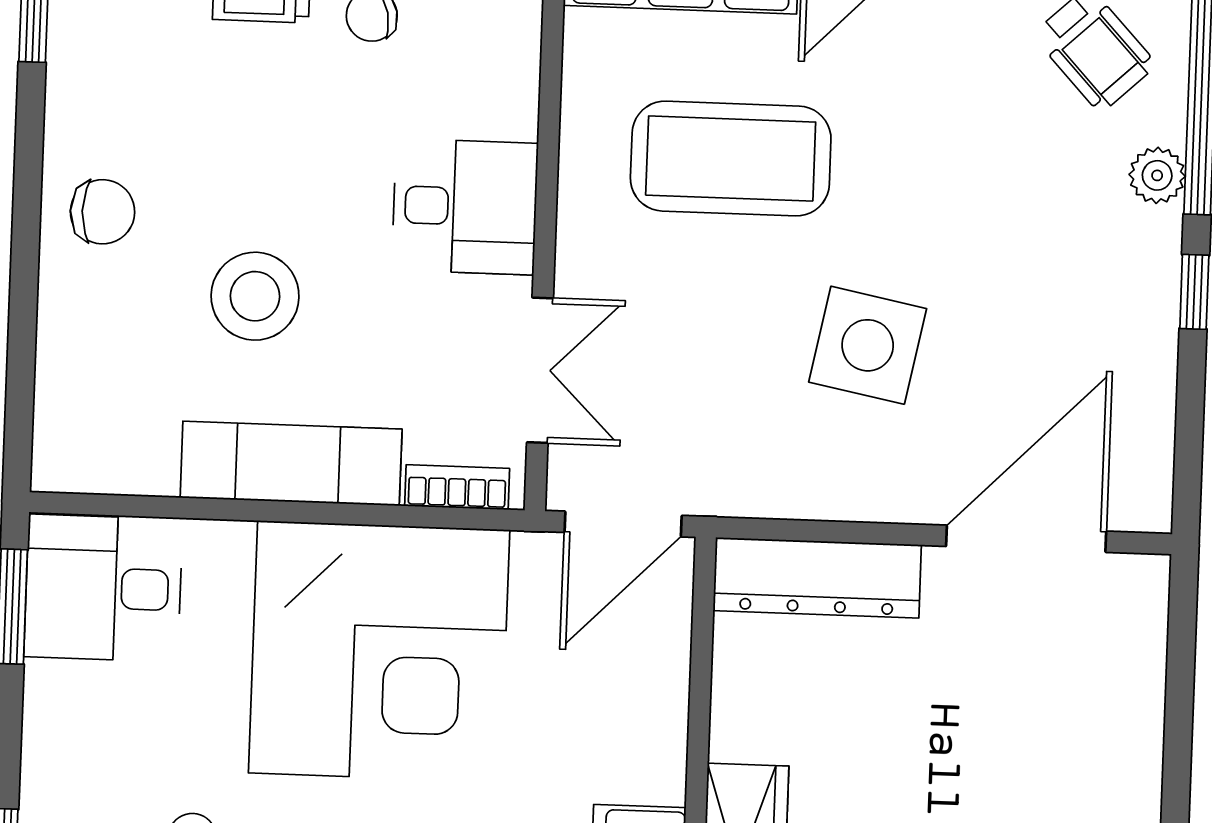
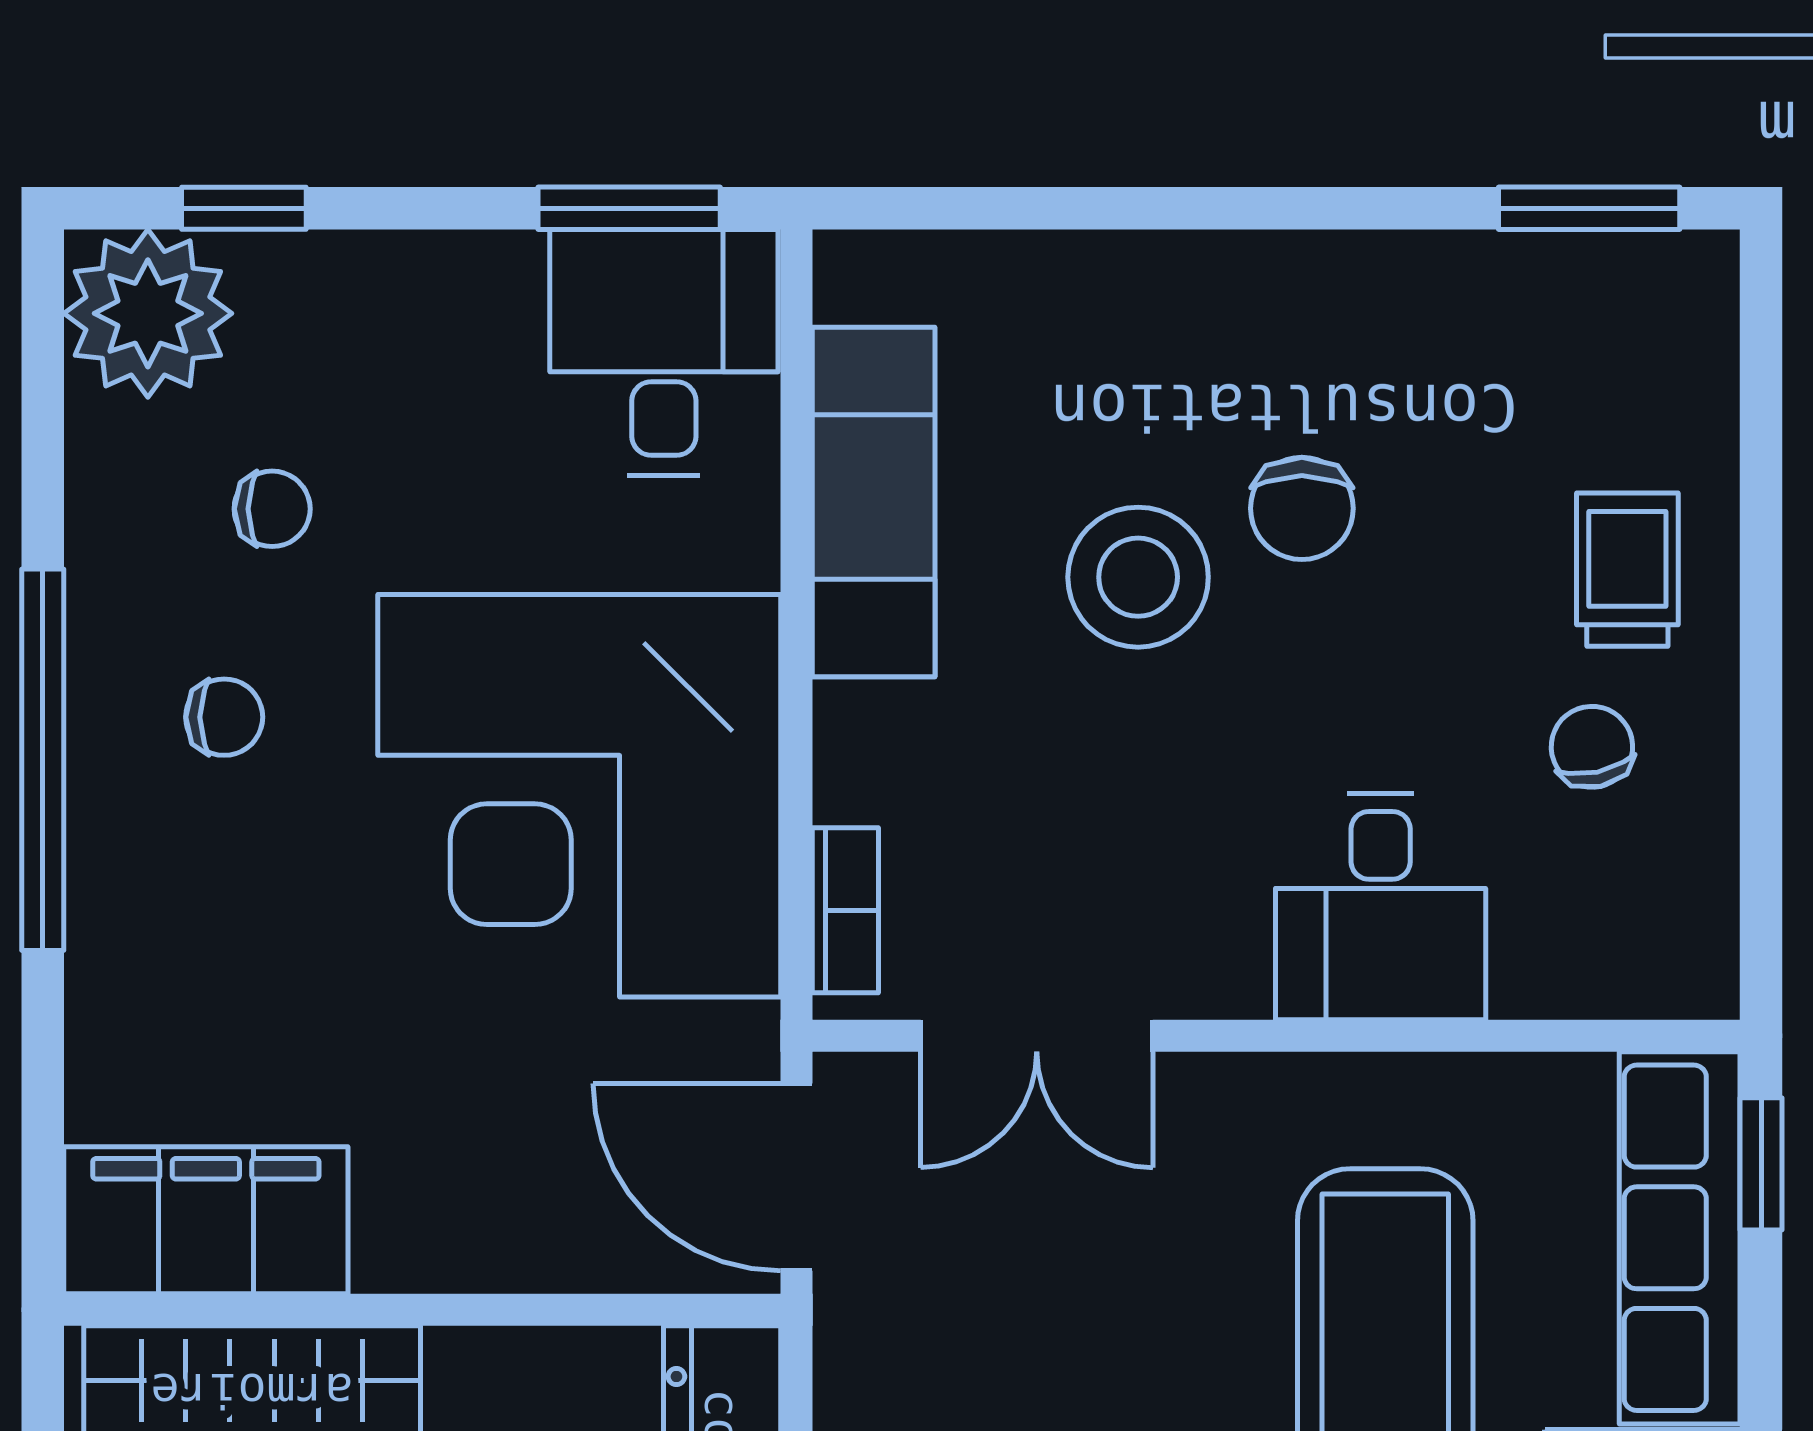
desk: (465, 207) -> (1381, 907), moved
chair: (103, 212) -> (1302, 508), moved
exam couch: (291, 463) -> (874, 502), moved

